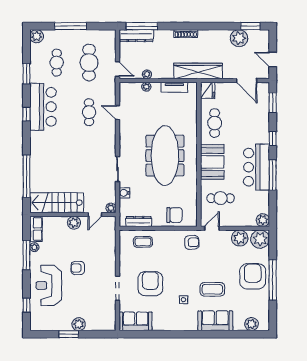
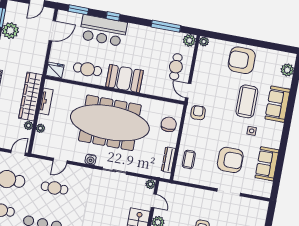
wardrobe: (198, 71) -> (31, 96), moved
meeting table: (165, 156) -> (110, 123), width x1.36, depth x1.27
bar counter: (256, 167) -> (103, 31), moved
window: (273, 175) -> (166, 26), moved
water cooler: (124, 193) -> (91, 159), moved
cafe table: (221, 198) -> (176, 67), moved
plant: (240, 238) -> (203, 66), removed
plant: (260, 239) -> (204, 42), width x0.53, depth x0.53
window: (273, 280) -> (249, 42), removed
armchair: (150, 284) -> (230, 160), turned 180
coffee table: (212, 289) -> (247, 101), width x1.36, depth x1.32
sofa: (136, 321) -> (267, 164), moved

